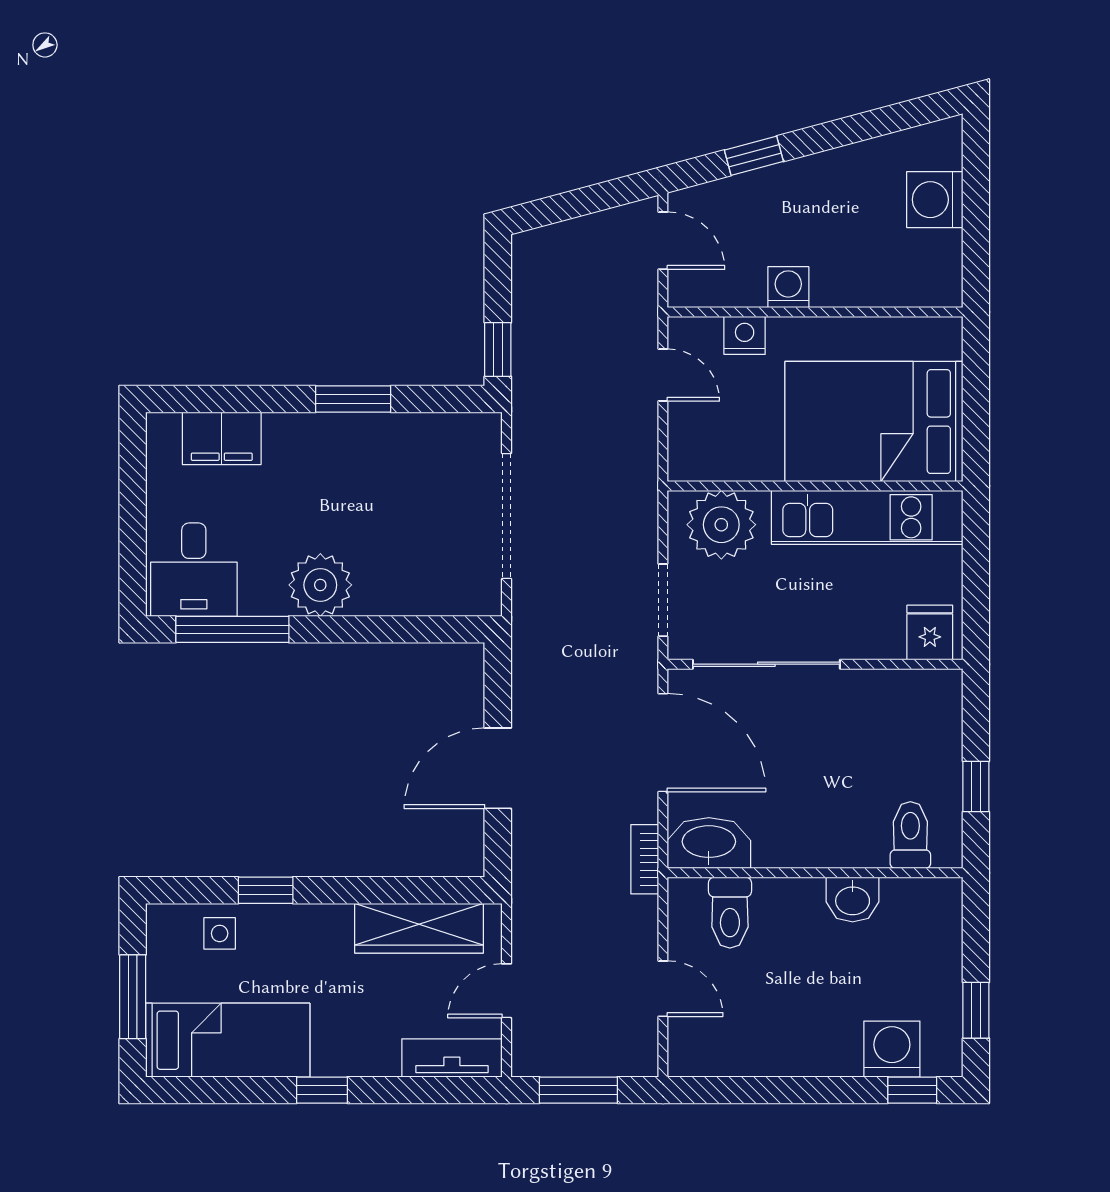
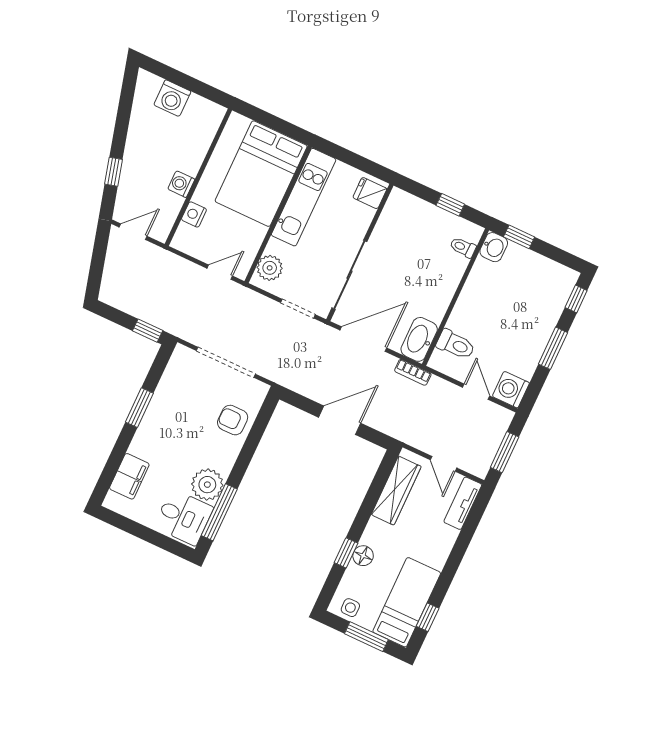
door: (663, 375) -> (220, 272), moved
plant: (721, 525) -> (270, 268), width x0.73, depth x0.73
armchair: (409, 576) -> (233, 420), added
plant: (320, 585) -> (207, 485), moved
door: (498, 768) -> (340, 420), swing flipped
toilet: (910, 835) -> (463, 247), width x0.73, depth x0.72
washbasin: (853, 900) -> (494, 247), moved
floor lamp: (275, 923) -> (363, 556), added
side table: (220, 933) -> (350, 608), moved
door: (663, 989) -> (476, 392), hinge flipped
window: (976, 1010) -> (519, 237), moved
washing machine: (892, 1049) -> (511, 390), moved
window: (322, 1090) -> (428, 617), moved
window: (805, 1090) -> (553, 348), added

